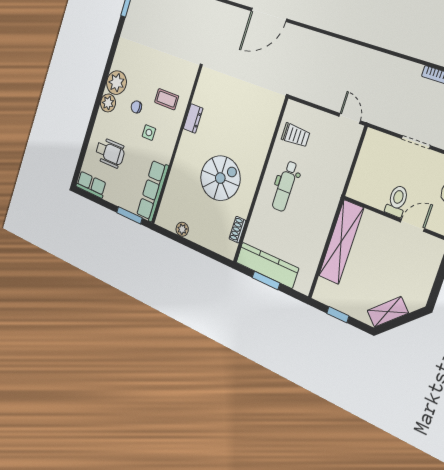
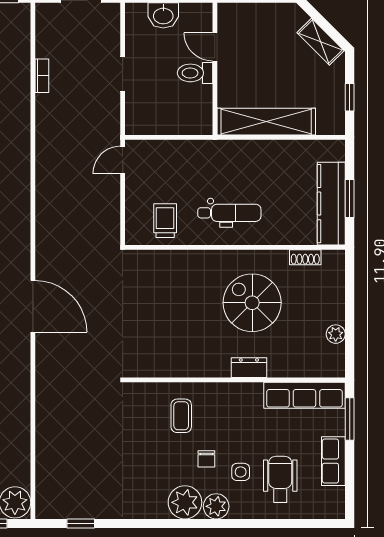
dresser: (193, 118) -> (249, 368), moved
side table: (149, 133) -> (241, 472), moved
row of seats: (91, 185) -> (333, 461), moved

